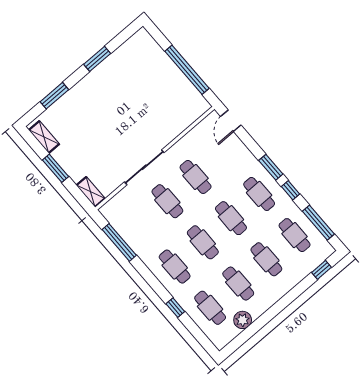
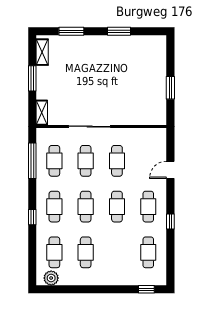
window: (187, 70) -> (170, 88), width x0.47
door: (231, 121) -> (170, 170), moved
window: (271, 167) -> (170, 196), removed
window: (318, 223) -> (170, 257), removed
cafe table: (266, 259) -> (54, 161), moved
window: (175, 308) -> (32, 217), moved
plant: (243, 320) -> (51, 278), moved

